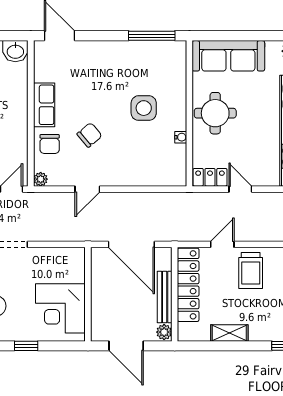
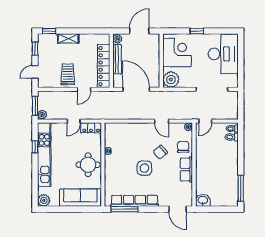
row of seats: (134, 50) -> (134, 201), added
side table: (144, 108) -> (144, 168), moved
door: (87, 189) -> (162, 121), swing flipped
door: (240, 189) -> (74, 121), hinge flipped
plant: (71, 261) -> (171, 80), added
shelving: (229, 333) -> (68, 38), moved
door: (126, 346) -> (139, 31), hinge flipped

